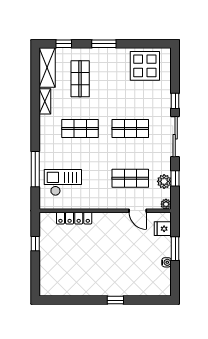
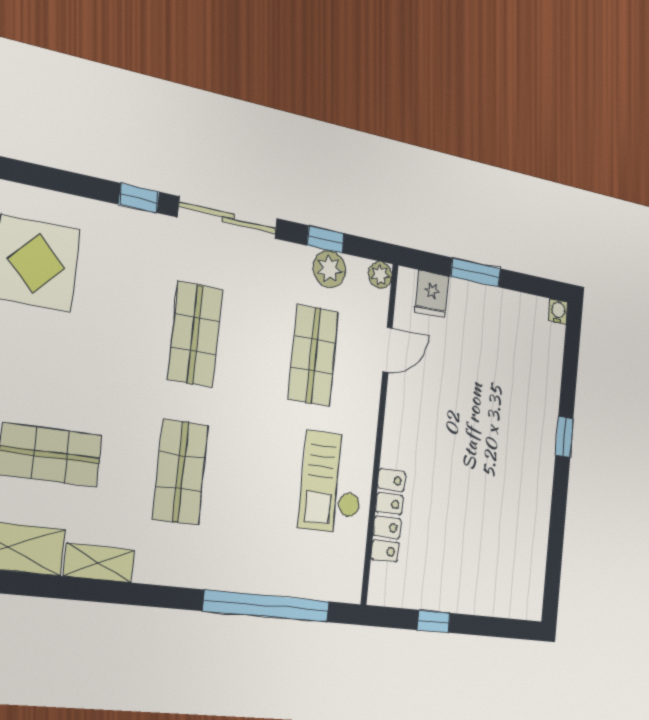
window: (35, 169) -> (267, 606), width x1.46
checkout: (63, 183) -> (332, 483), moved
water cooler: (167, 262) -> (558, 311), moved

